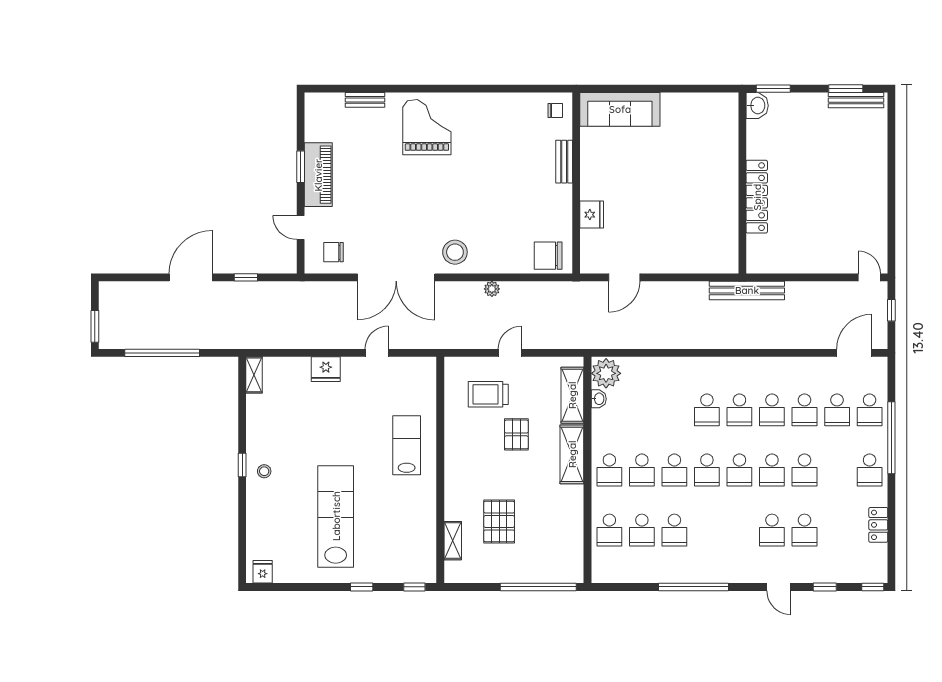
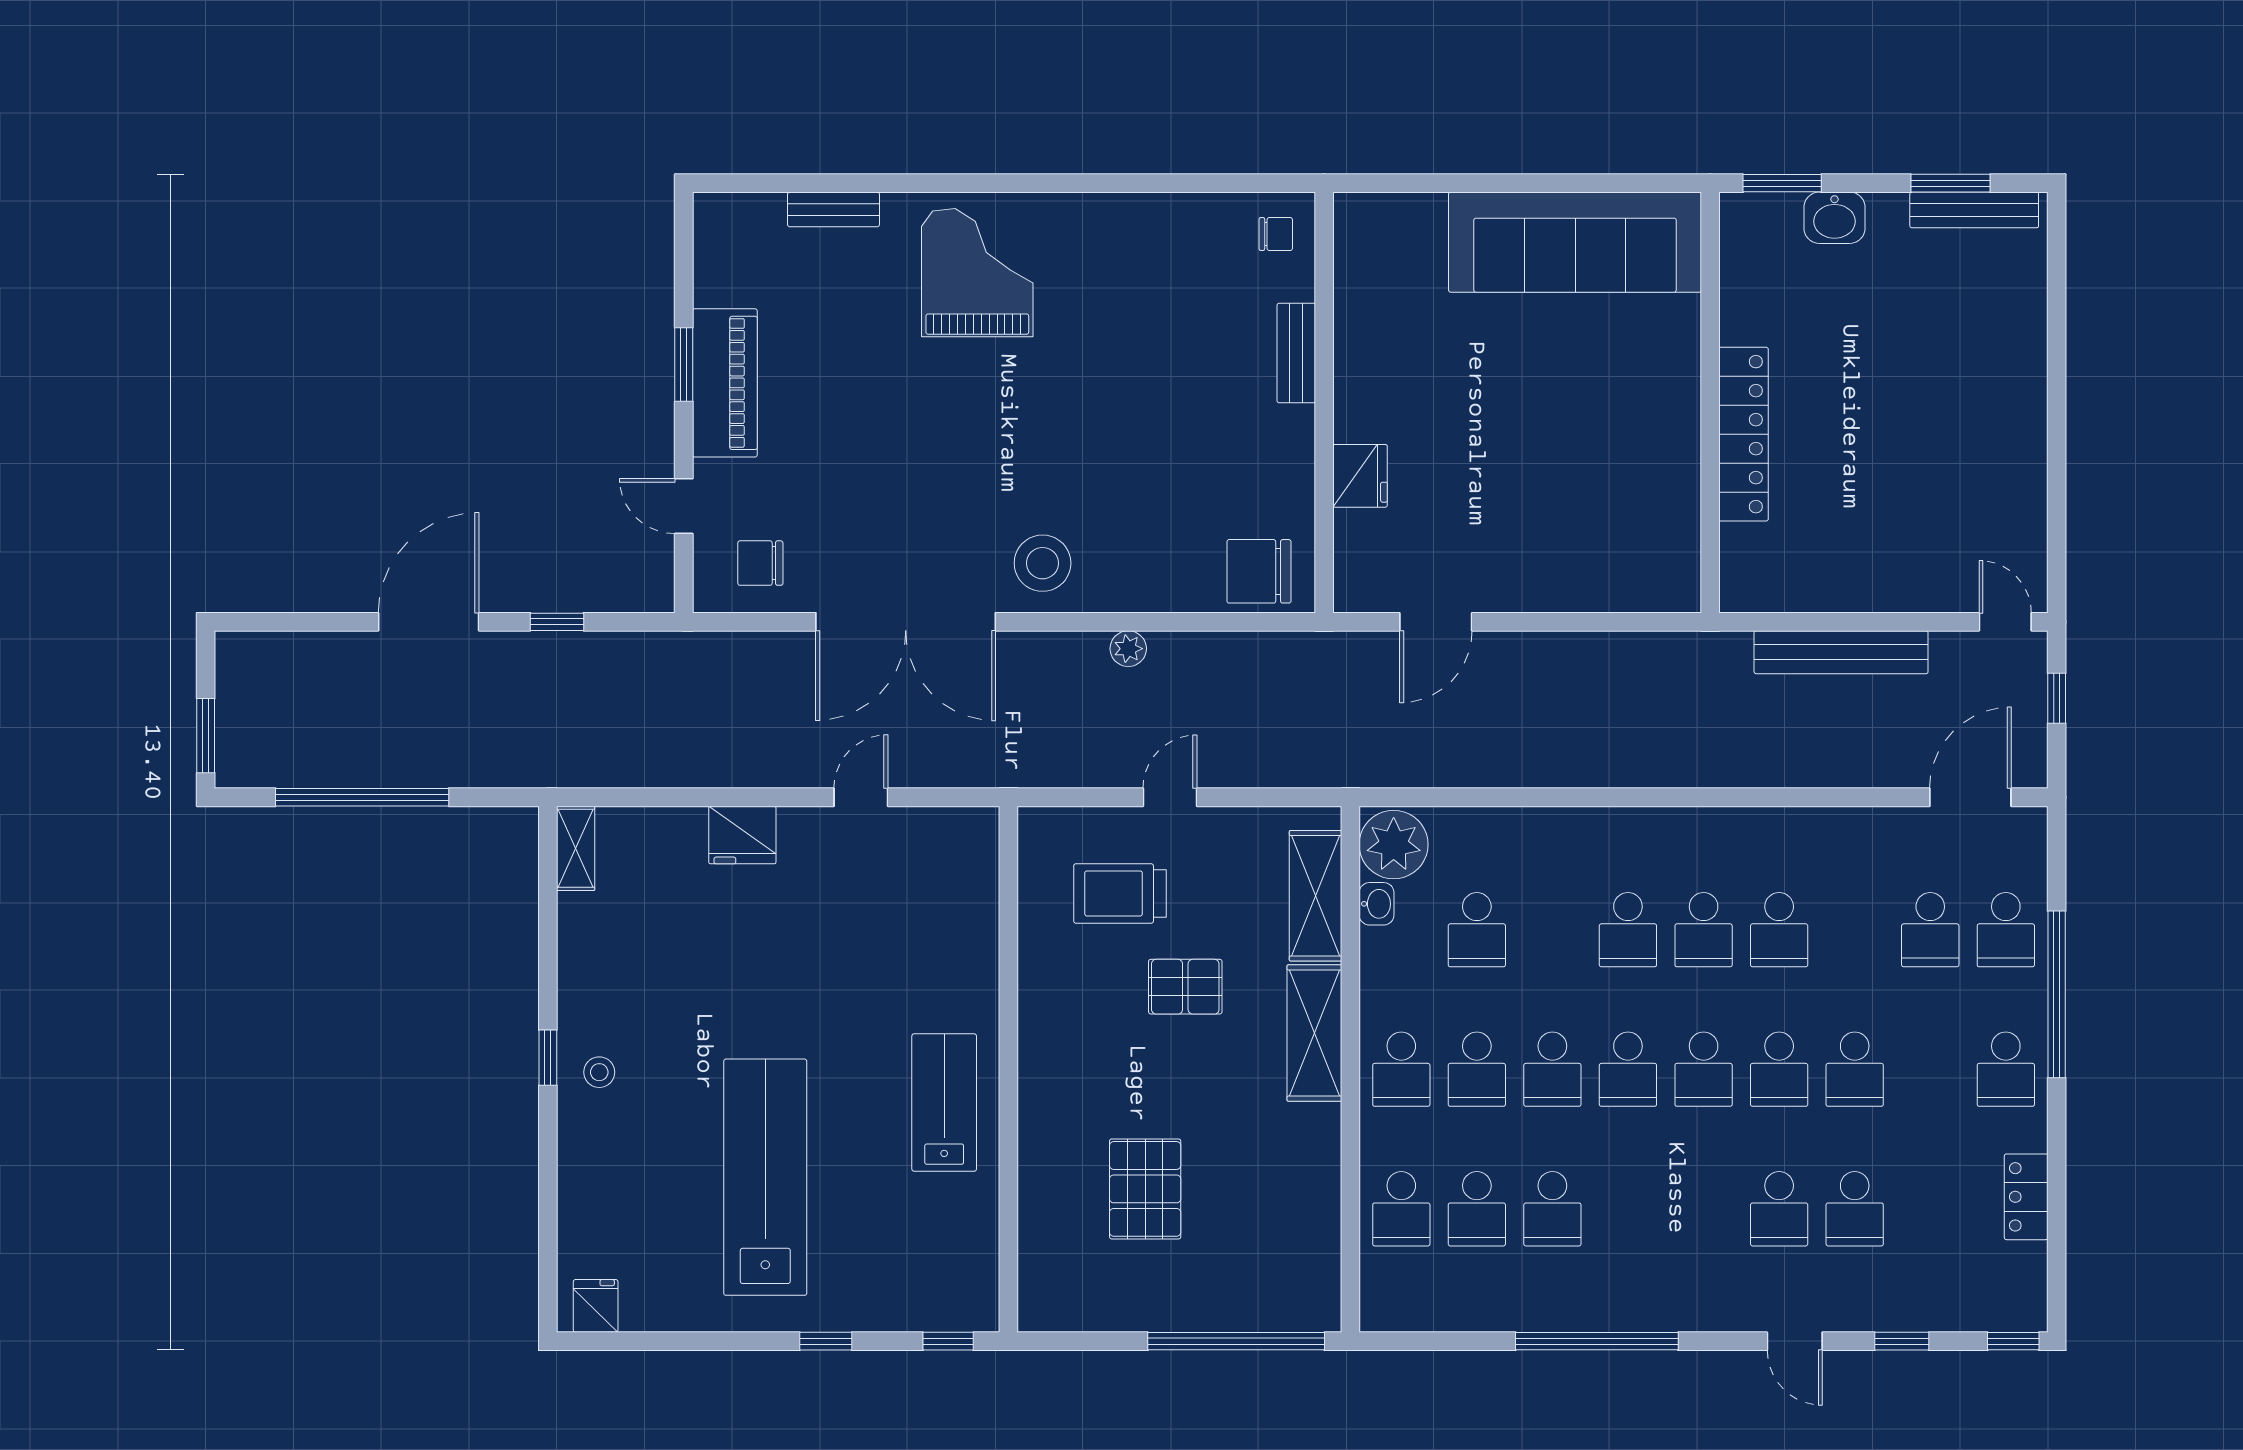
washbasin: (757, 106) -> (1835, 218), moved, turned 90
sofa: (620, 109) -> (1575, 242), moved, width x1.36, depth x1.27
bench: (747, 290) -> (1841, 652), moved
school desk: (804, 410) -> (1477, 930), moved
pallet: (516, 434) -> (1185, 987), turned 90
lab bench: (407, 445) -> (944, 1103), moved
shelving: (453, 541) -> (1037, 1233), removed

